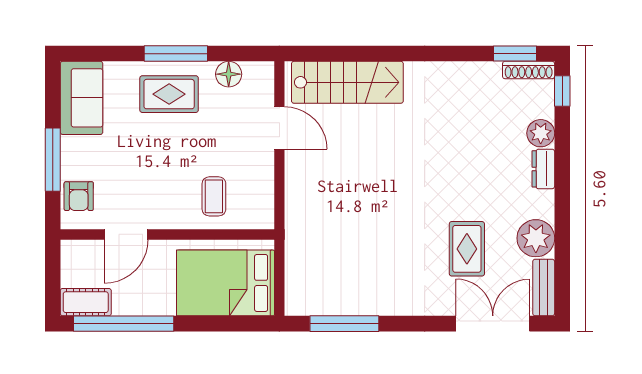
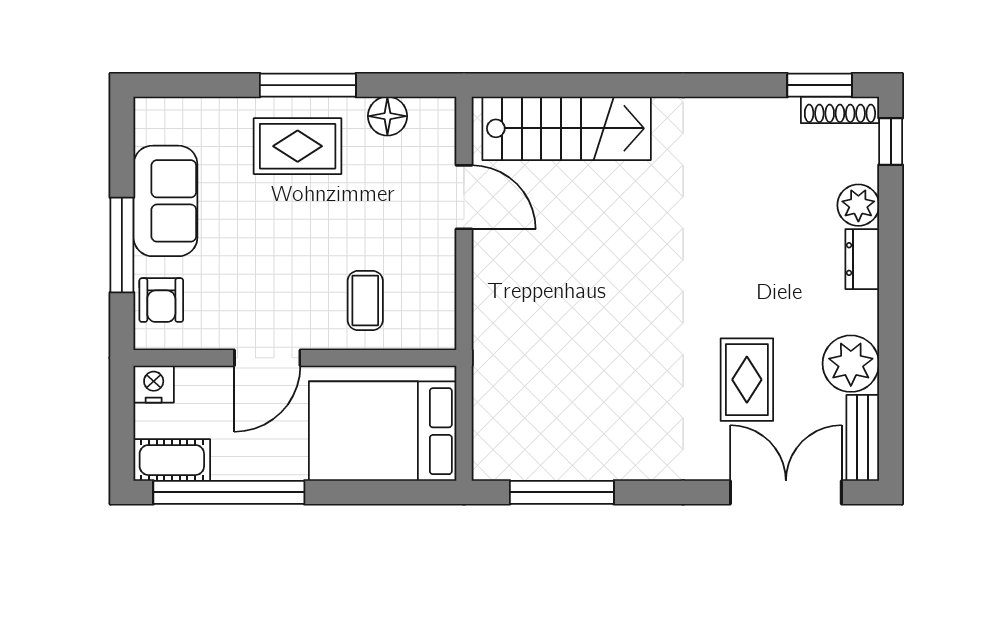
sofa: (82, 98) -> (165, 201), moved
door: (126, 234) -> (267, 358), moved
nightstand: (74, 252) -> (154, 384), added

